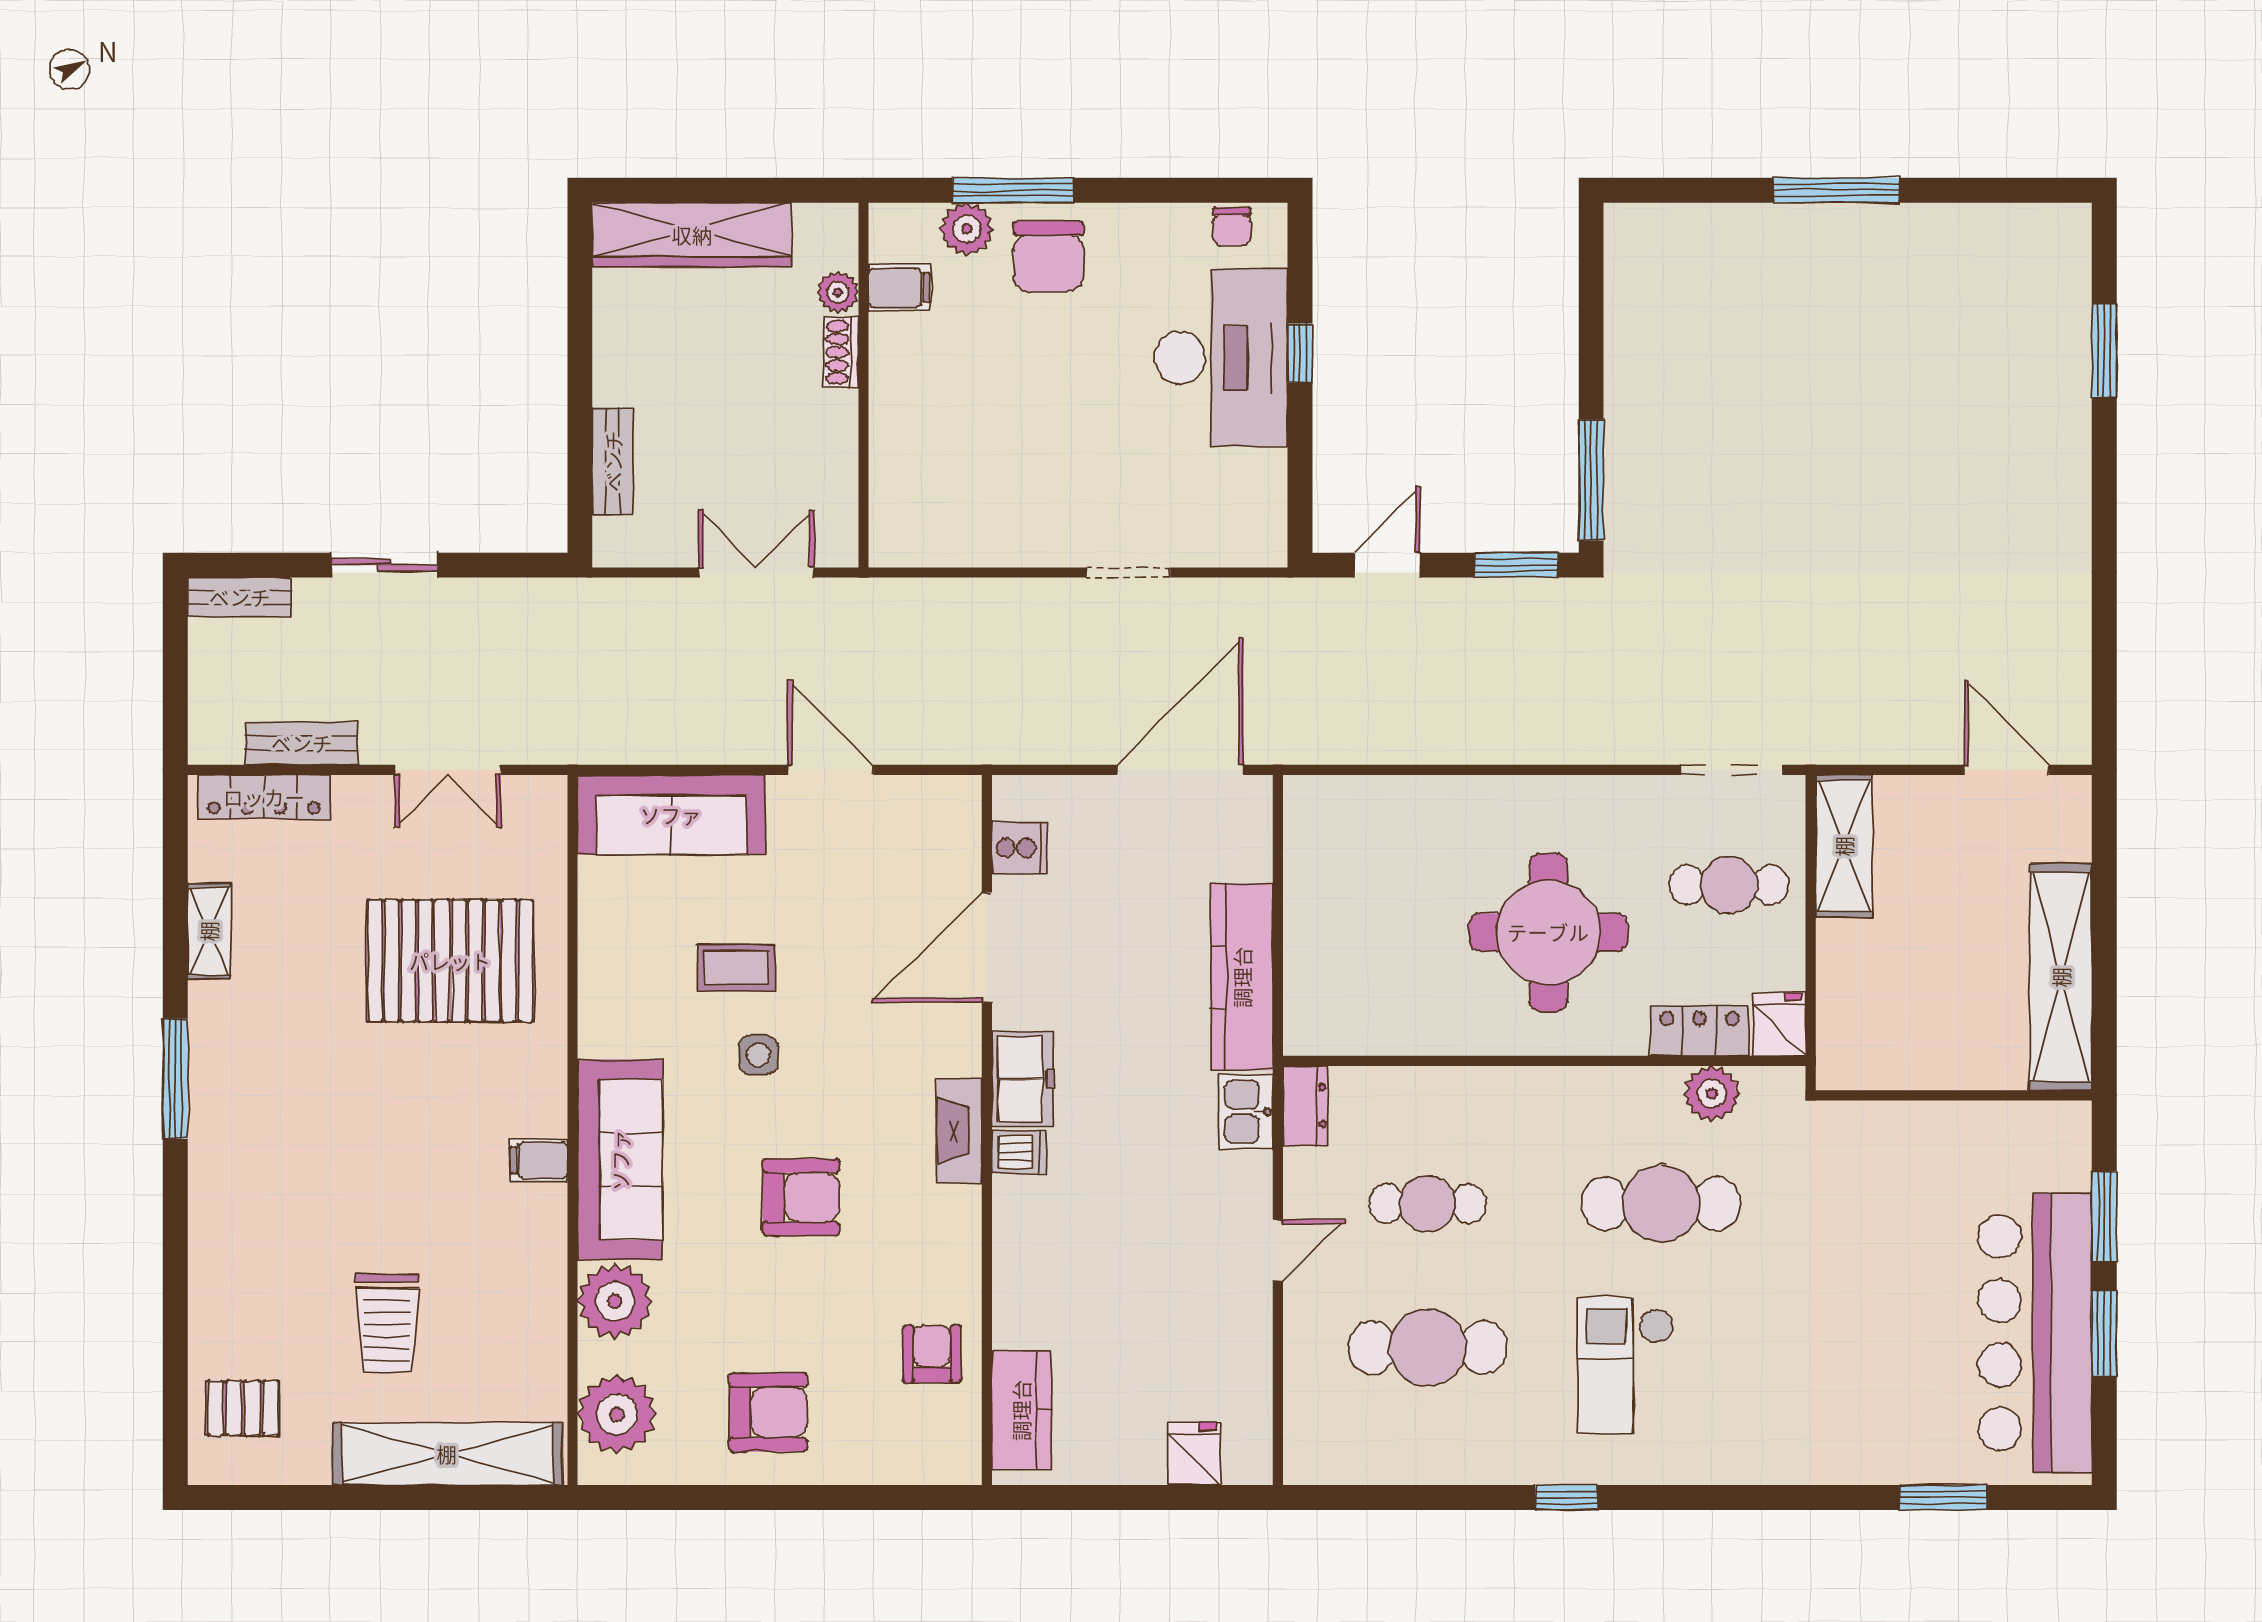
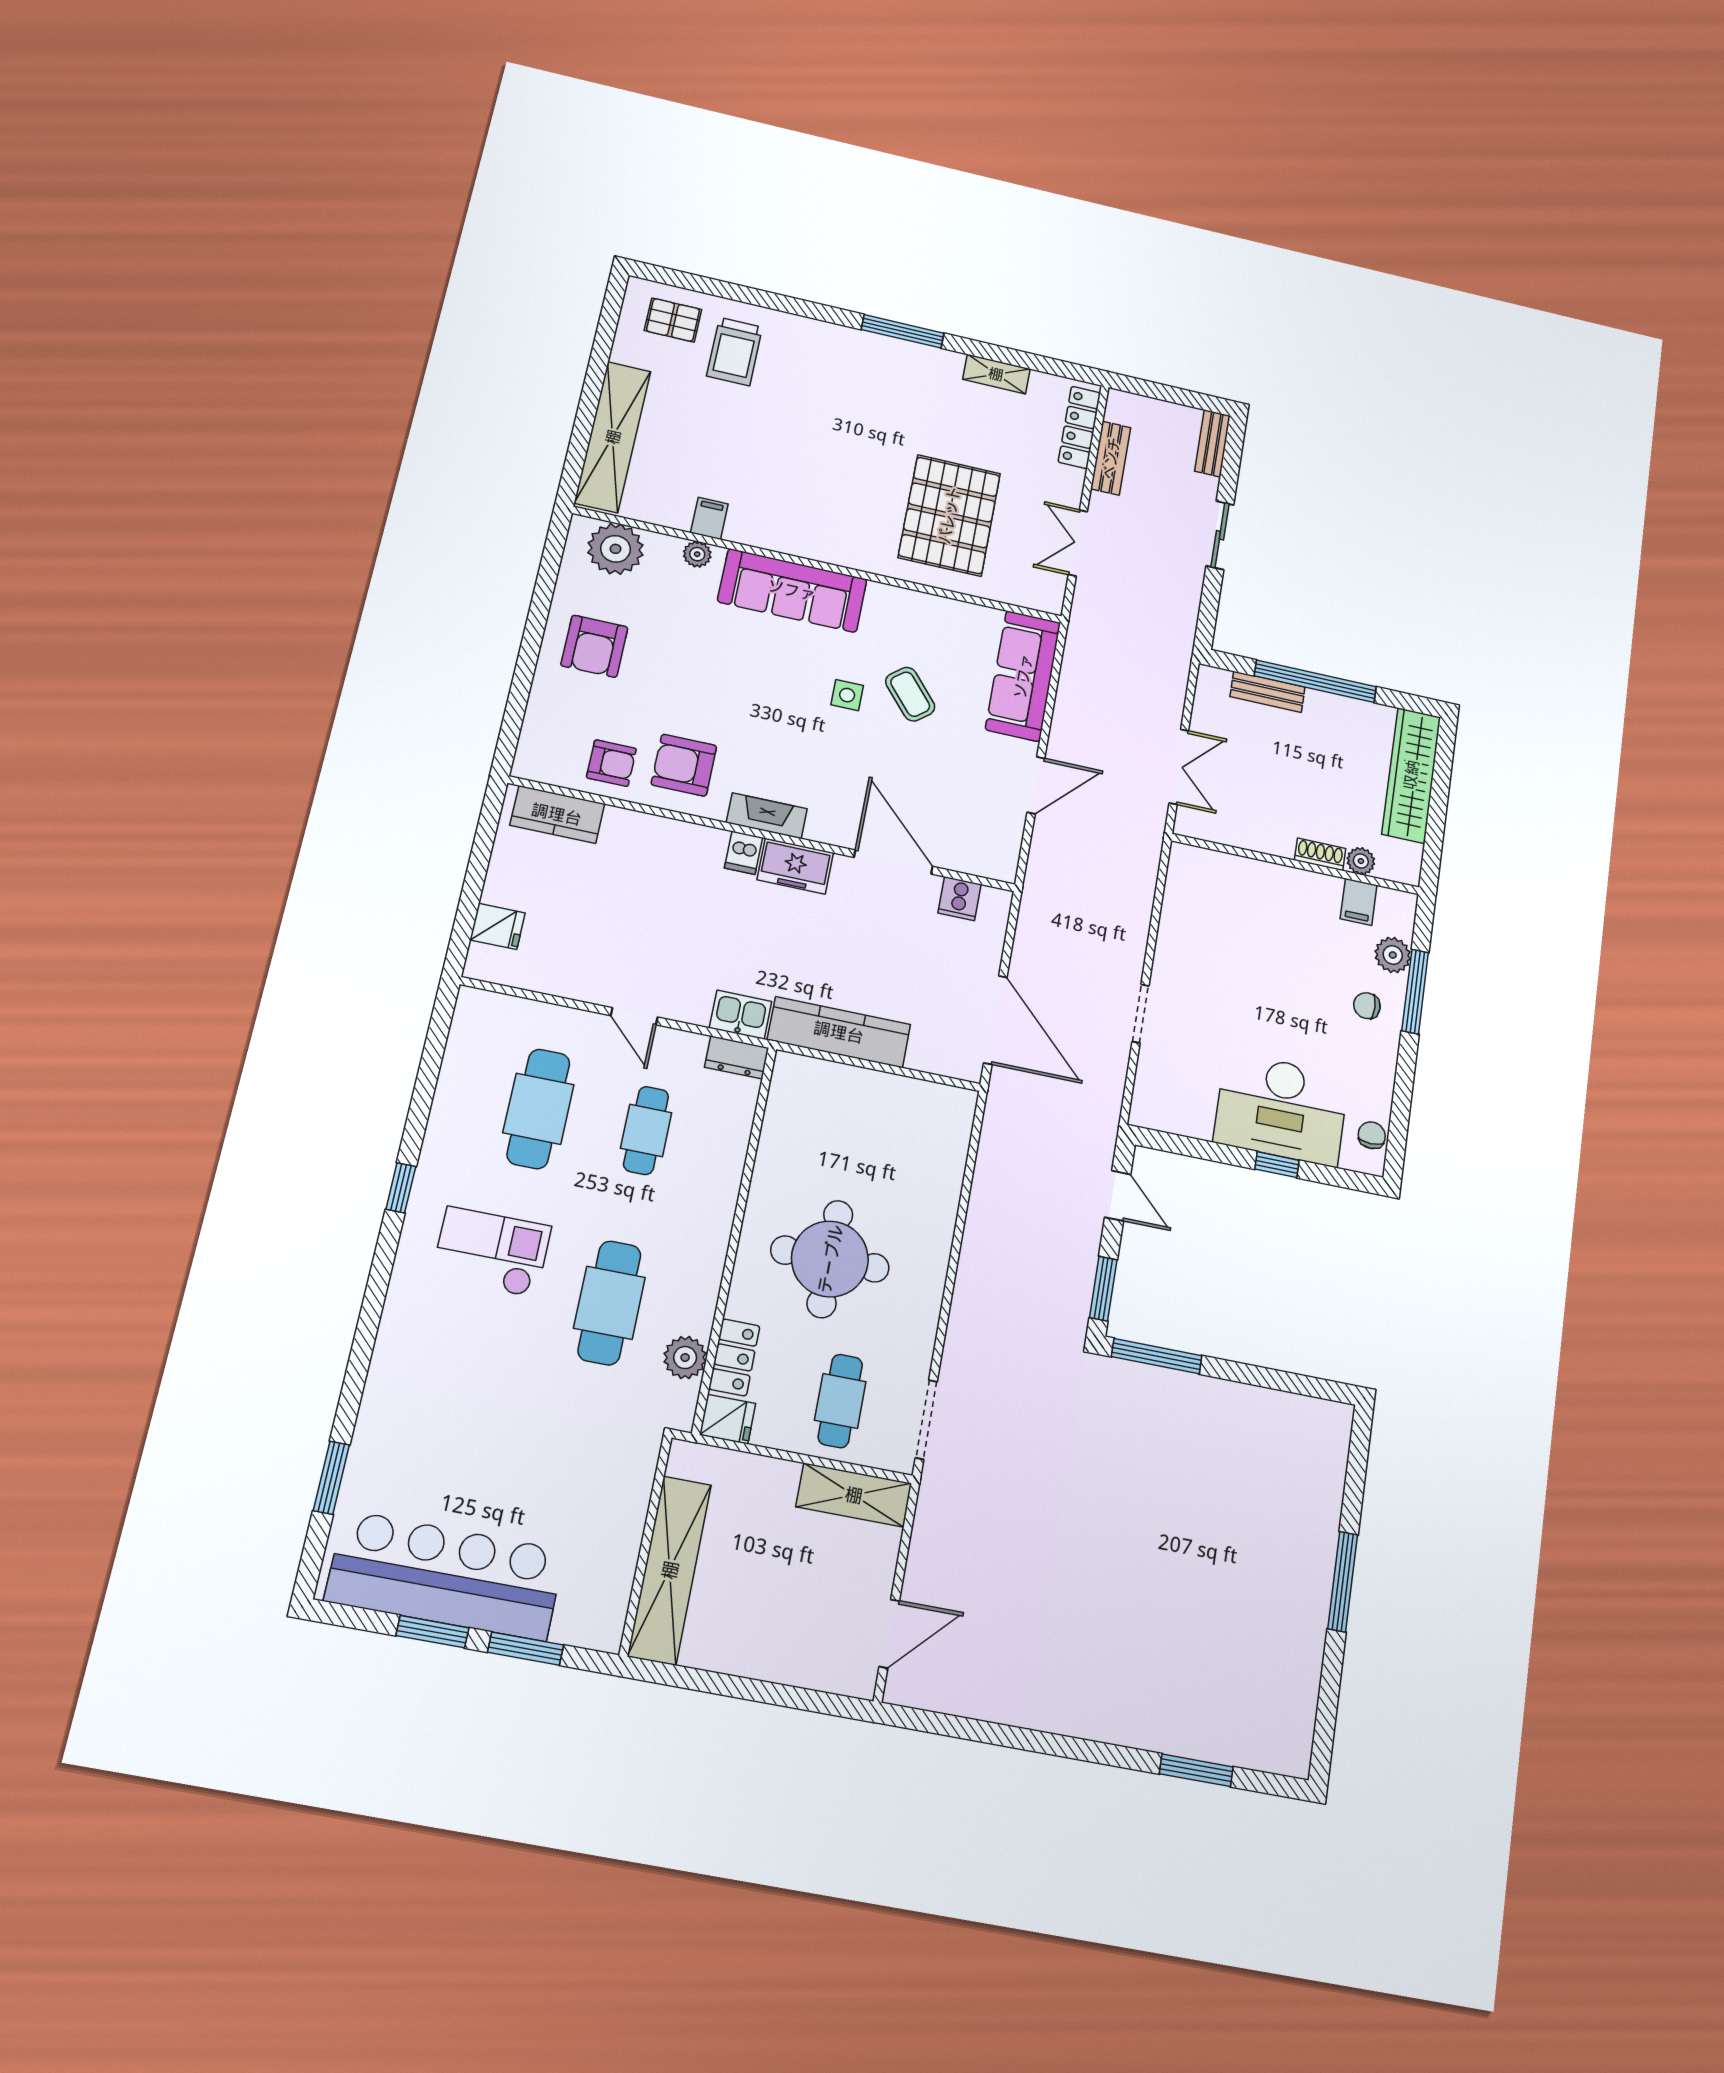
chair: (1232, 226) -> (1372, 1135), turned 90
chair: (1049, 256) -> (1367, 1006), width x0.54, depth x0.54
window: (580, 394) -> (1315, 681), added
coffee table: (736, 968) -> (910, 694), turned -40
shelving: (2061, 977) -> (670, 1570), moved, turned 90
filing cabinet: (539, 1160) -> (709, 518), moved
armchair: (801, 1197) -> (684, 765), moved, turned 90
plant: (615, 1301) -> (697, 554), width x0.53, depth x0.53
trolley: (387, 1323) -> (735, 351), moved, turned -90
pallet: (243, 1408) -> (673, 320), turned 90

